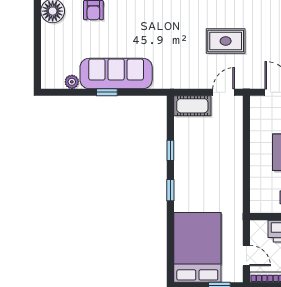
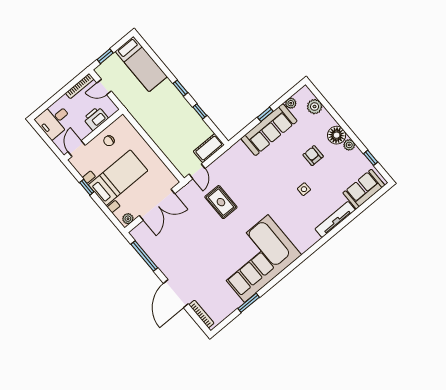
rug: (226, 41) -> (221, 202), turned 90
plant: (51, 58) -> (315, 107), added
bed: (197, 247) -> (141, 64), width x0.67

